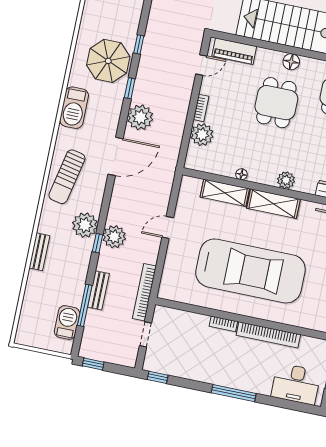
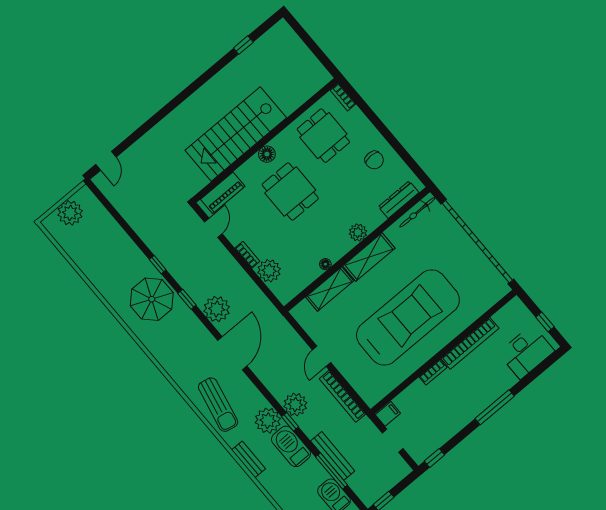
barbecue: (74, 108) -> (291, 446), moved, turned 180
bench: (39, 252) -> (249, 459), moved
bench: (98, 290) -> (333, 456), width x1.36
bookcase: (144, 292) -> (342, 396), moved
filing cabinet: (163, 314) -> (388, 414), added

